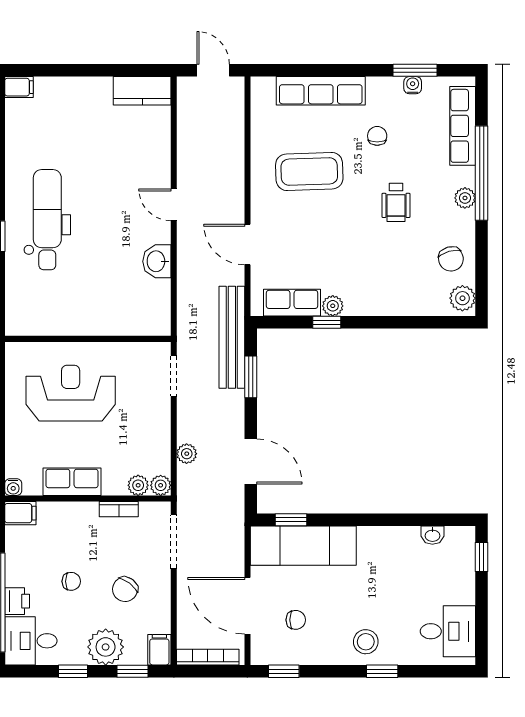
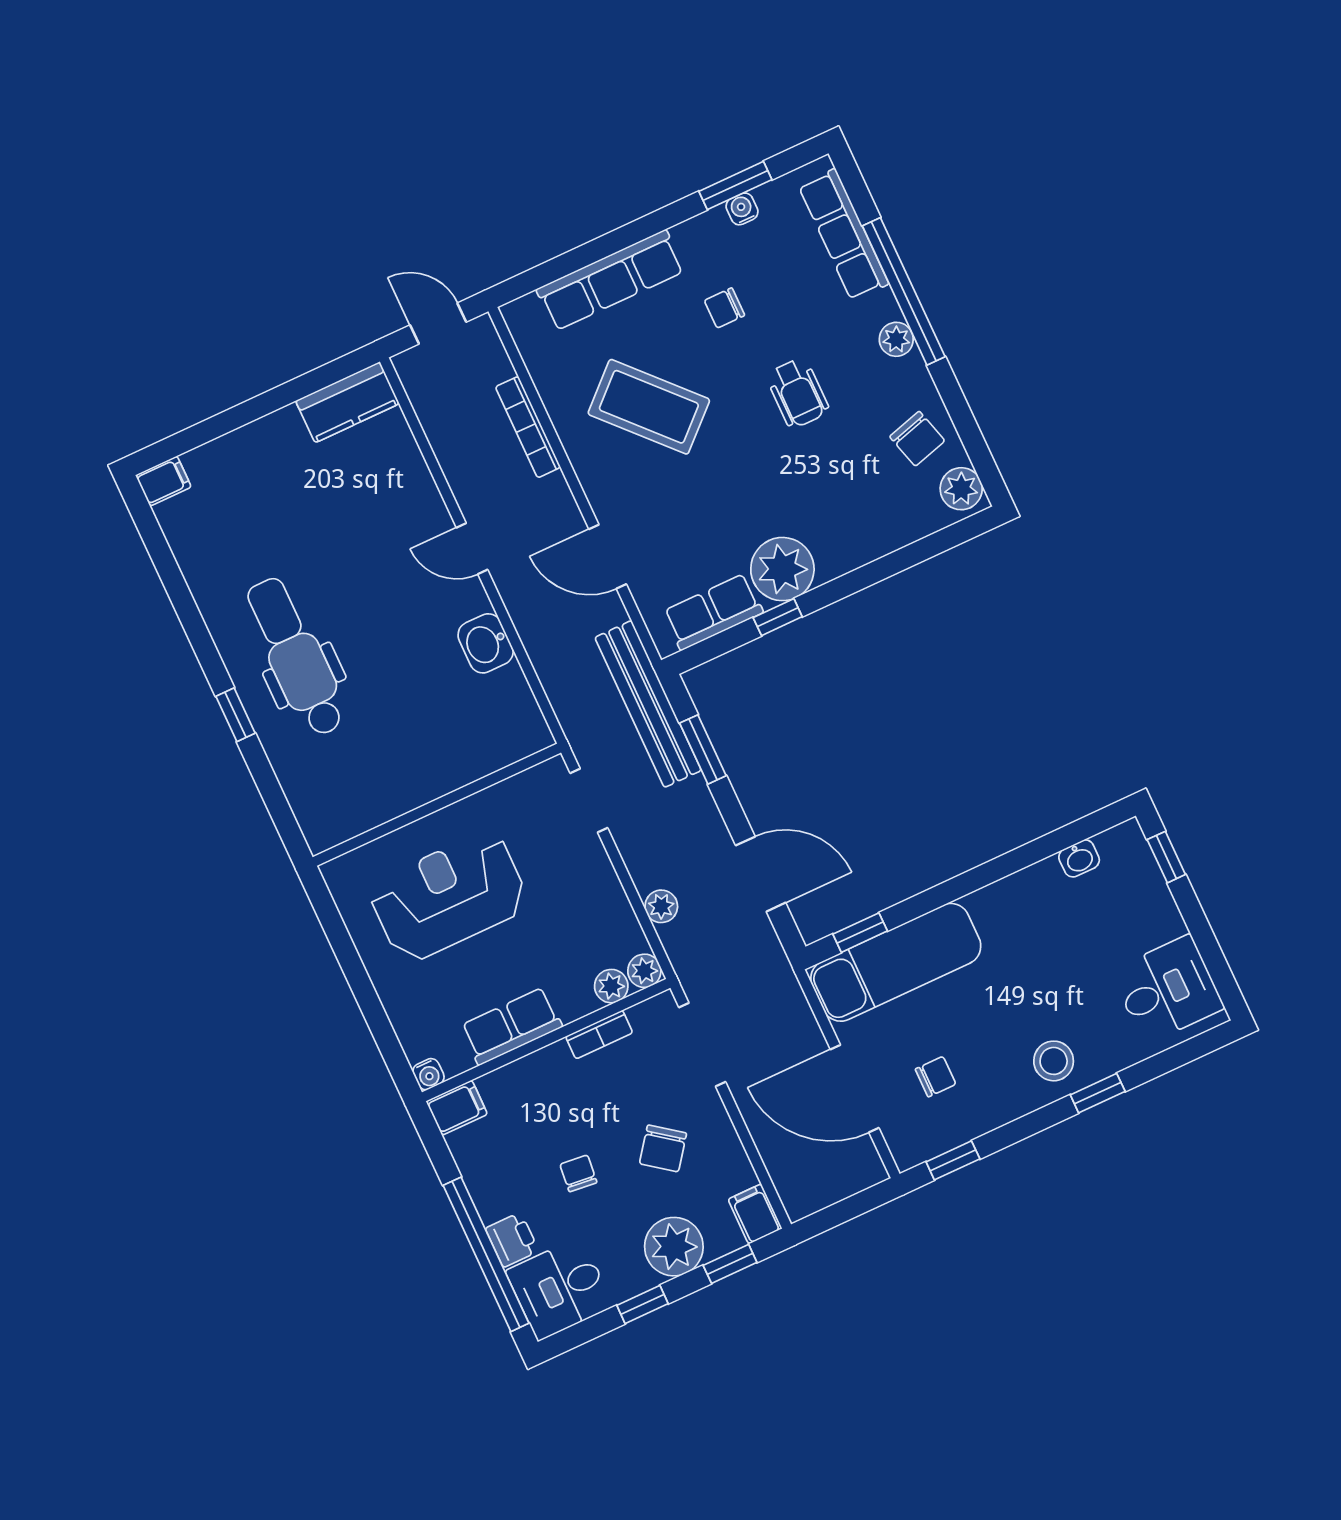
chair: (377, 136) -> (724, 308), turned -90
coffee table: (309, 171) -> (649, 407), turned 49
plant: (333, 306) -> (782, 569), width x1.88, depth x1.88
chair: (71, 581) -> (578, 1173), turned -84
bookcase: (208, 657) -> (528, 427), moved, turned -90

